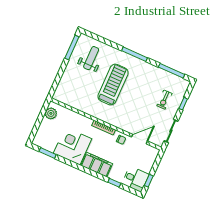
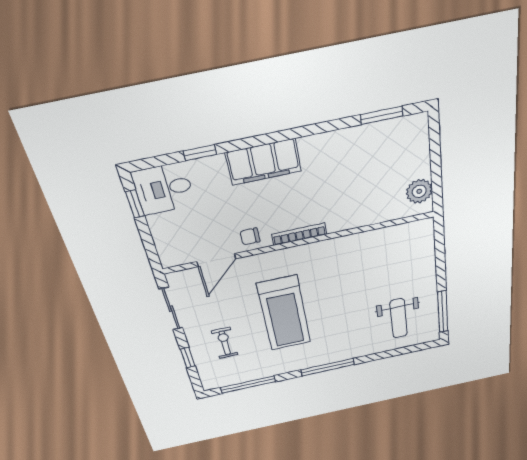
treadmill: (113, 85) -> (284, 313), moved
corner desk: (73, 146) -> (338, 163), removed

